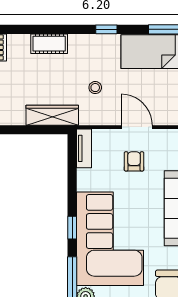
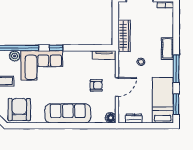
window: (106, 29) -> (176, 69), width x2.17
cot: (49, 44) -> (168, 49), moved
corner sofa: (110, 239) -> (42, 65), width x0.73, depth x0.74

